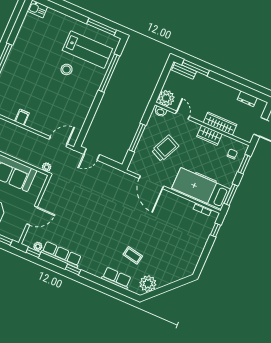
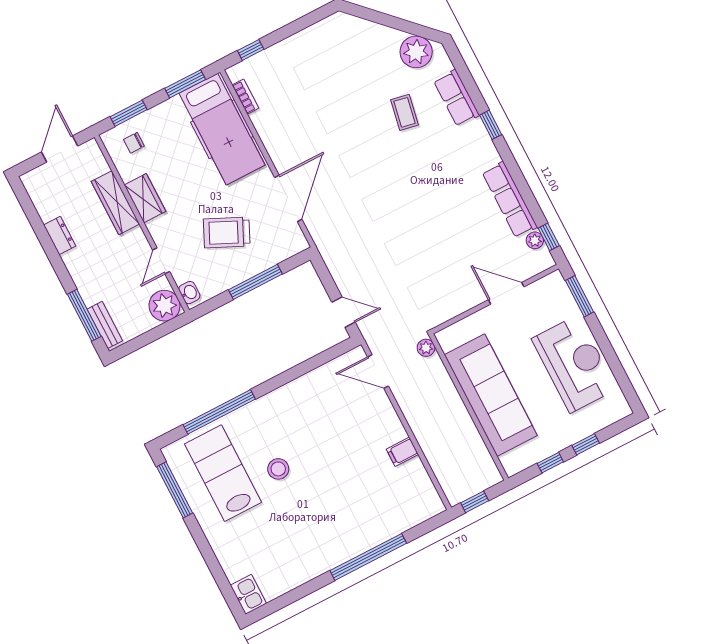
dresser: (247, 99) -> (60, 236), moved
window: (73, 270) -> (491, 125), moved

